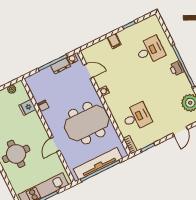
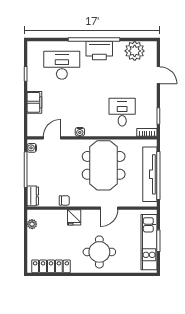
filing cabinet: (114, 41) -> (34, 102), width x2.00
desk: (150, 50) -> (62, 65), width x1.37
dresser: (60, 66) -> (33, 196), moved
printer: (177, 68) -> (99, 50), width x1.87, depth x1.48
fridge: (27, 107) -> (74, 217), moved
door: (55, 144) -> (109, 208), hinge flipped

